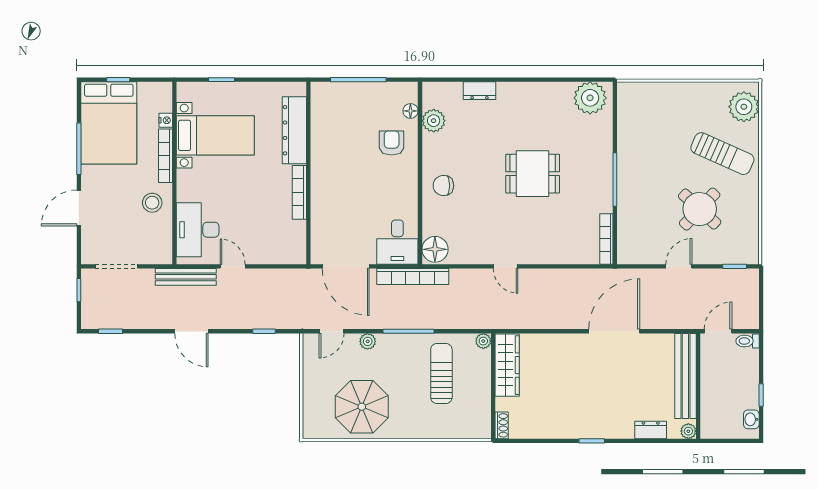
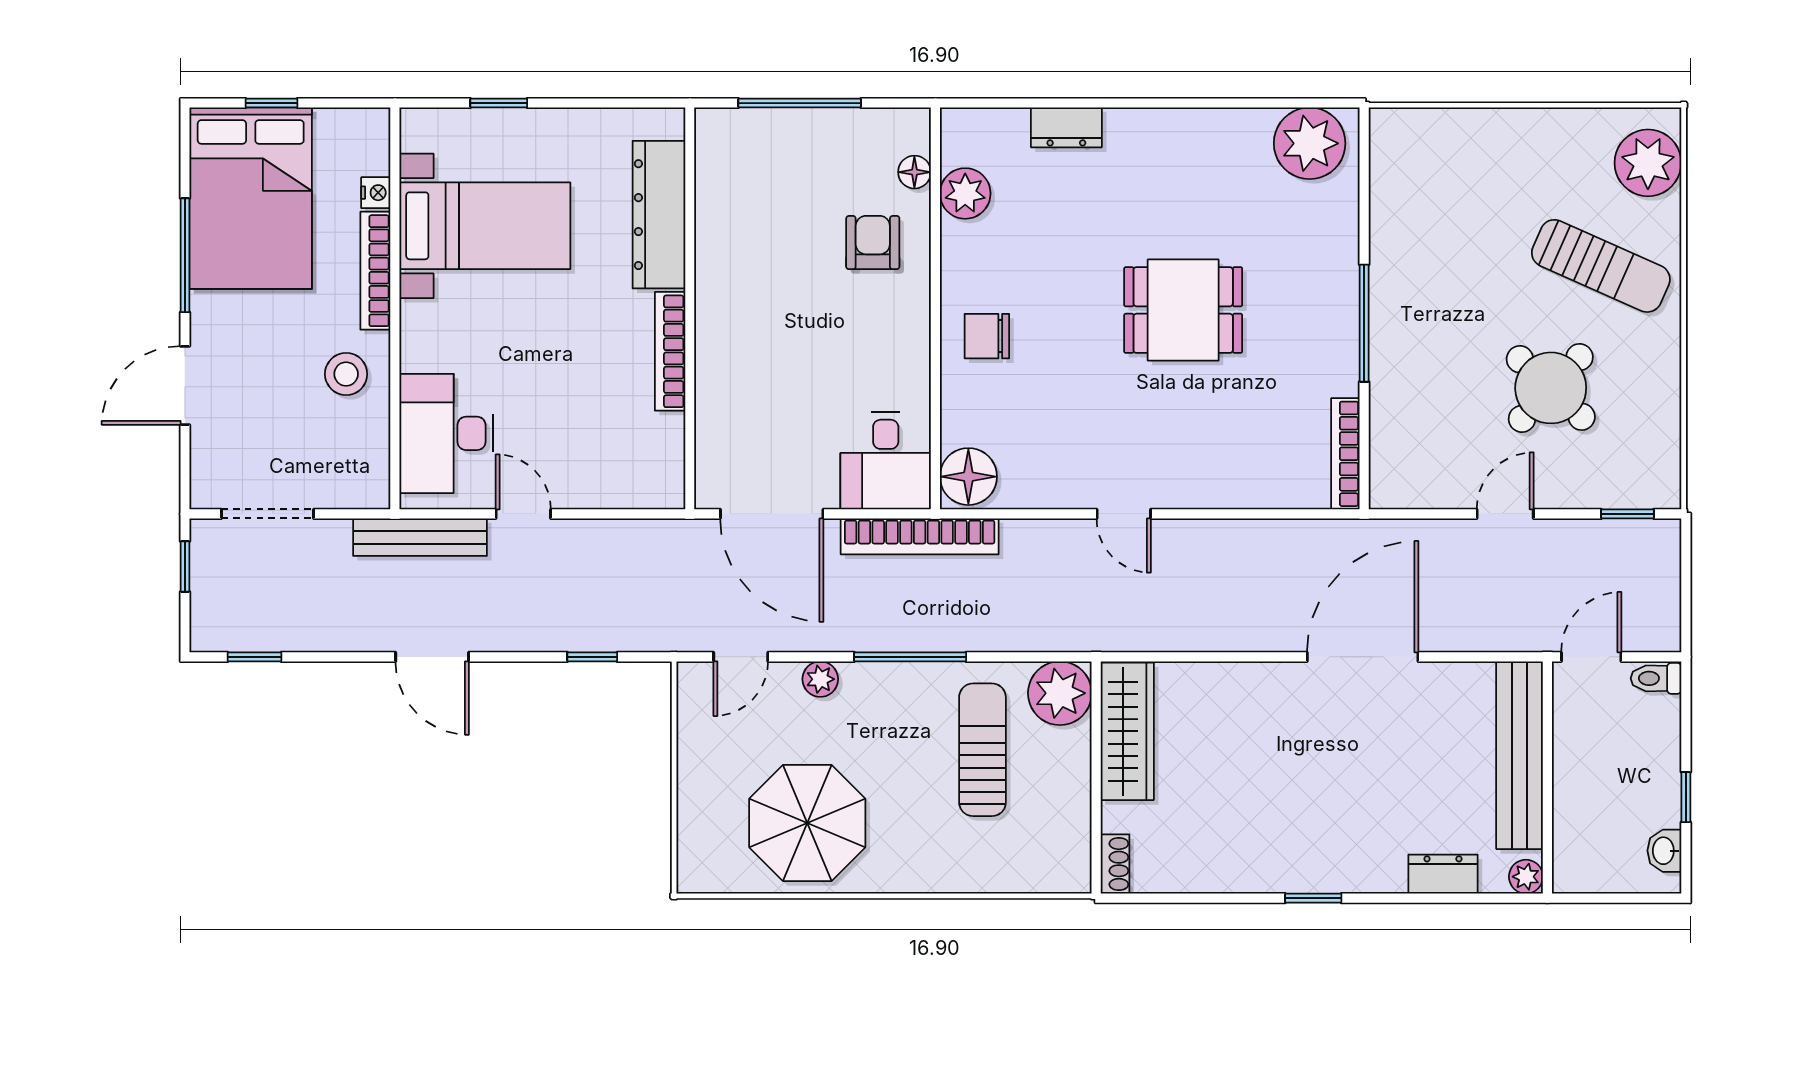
plant: (483, 341) -> (1060, 693), width x1.87, depth x1.87

